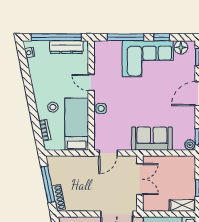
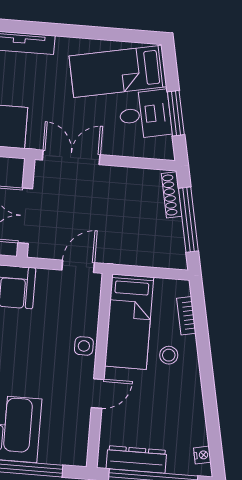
door: (91, 82) -> (98, 393), hinge flipped

